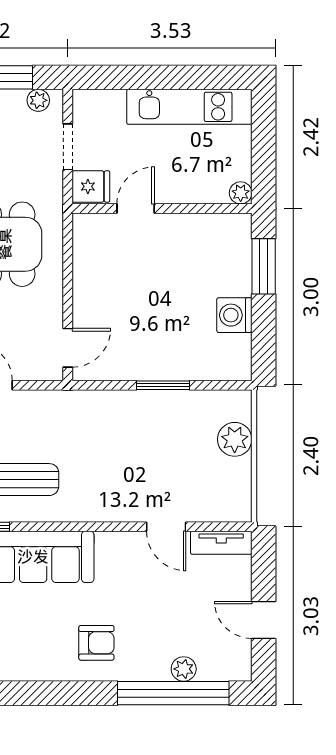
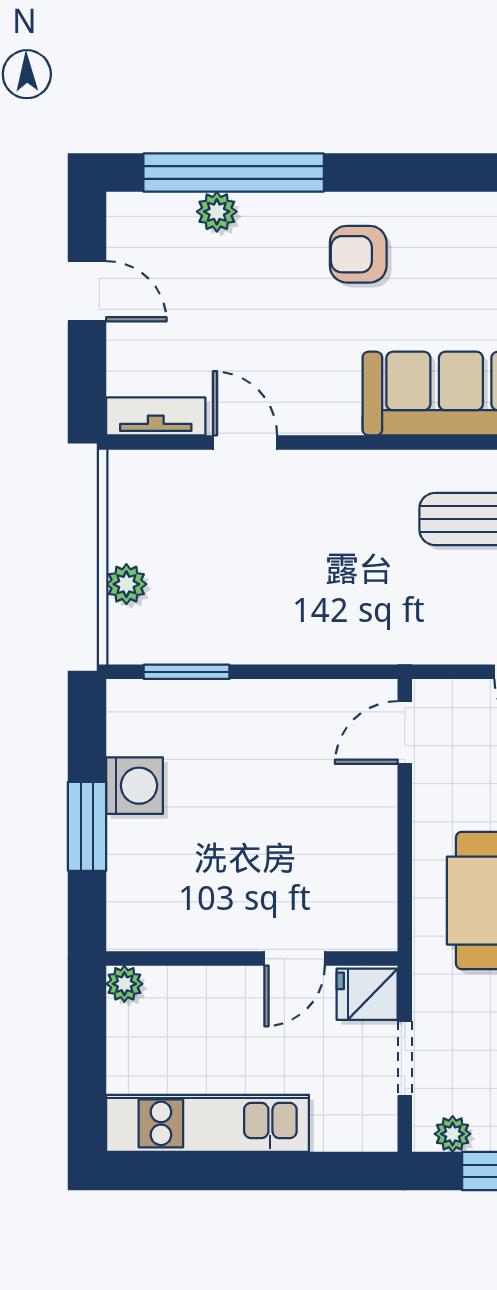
window: (264, 266) -> (87, 826), moved
window: (163, 385) -> (187, 672), moved
plant: (235, 439) -> (126, 584), width x0.73, depth x0.73

